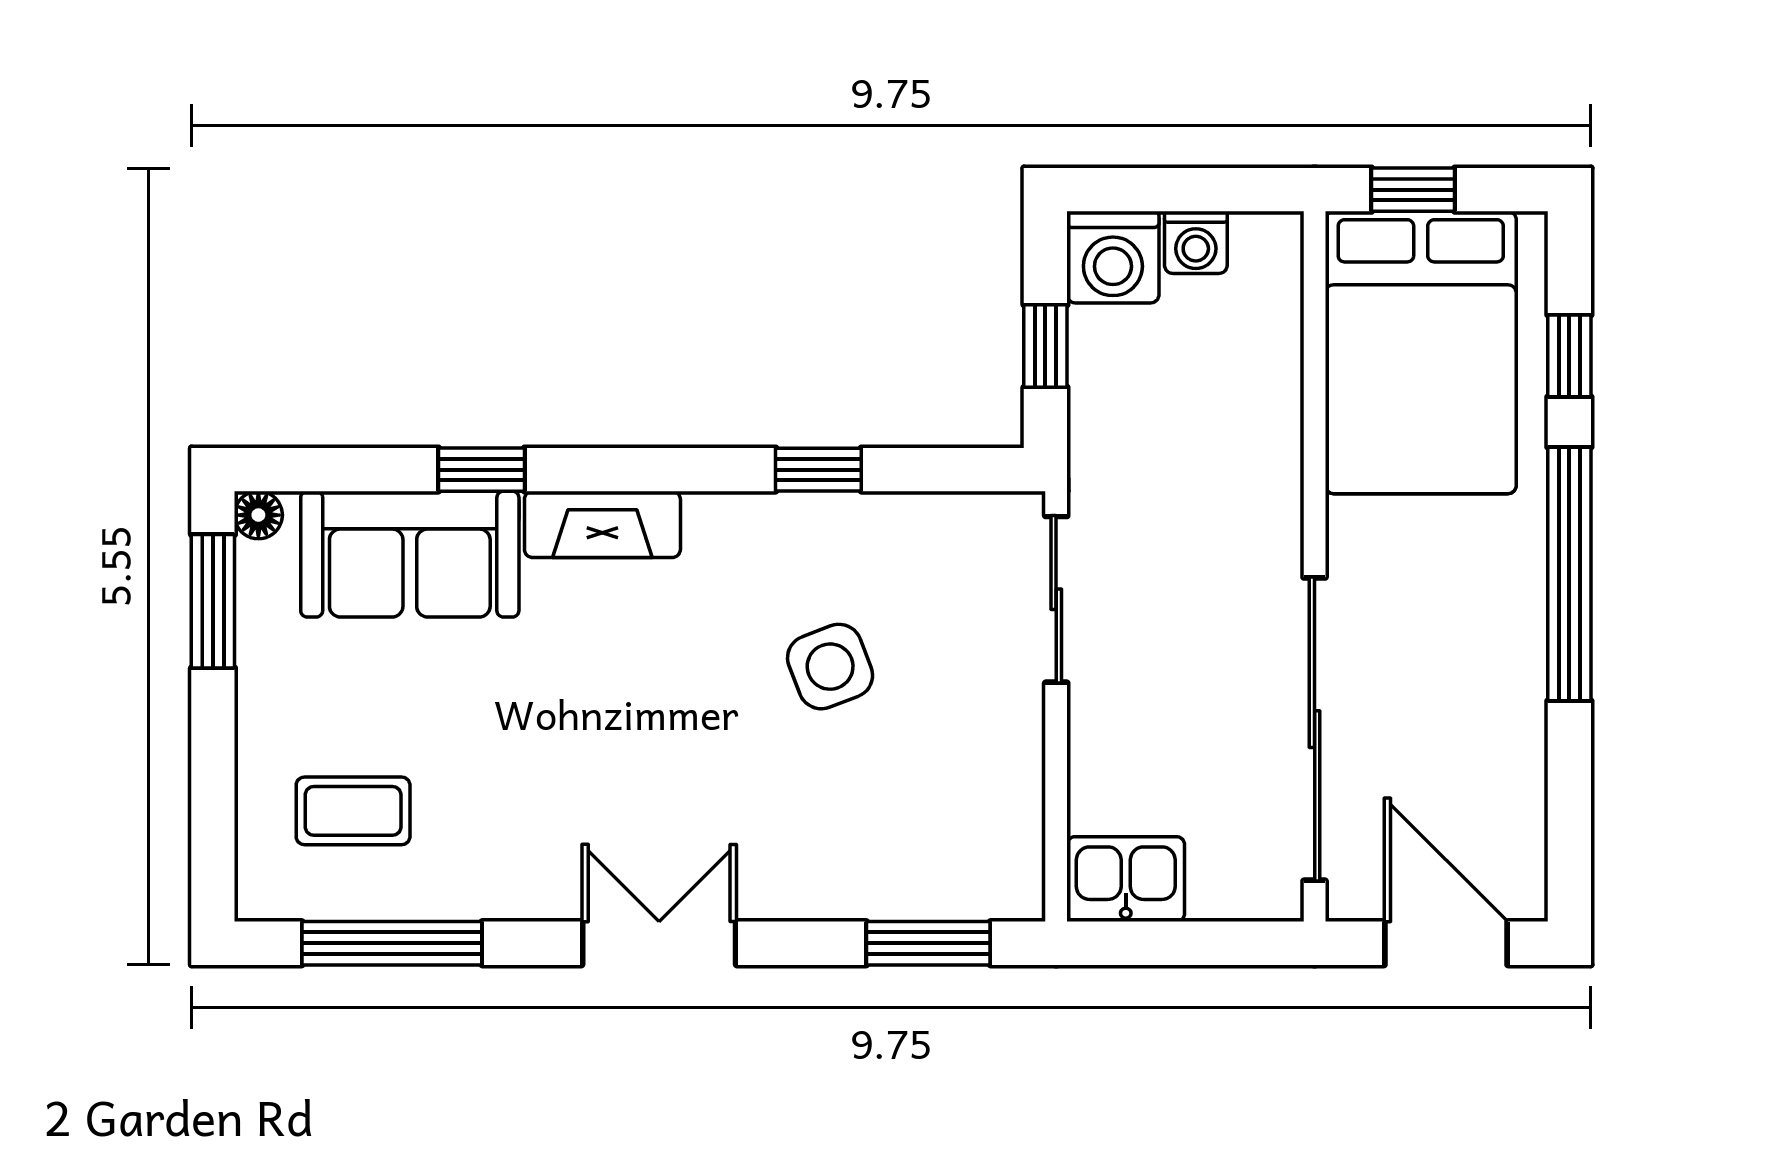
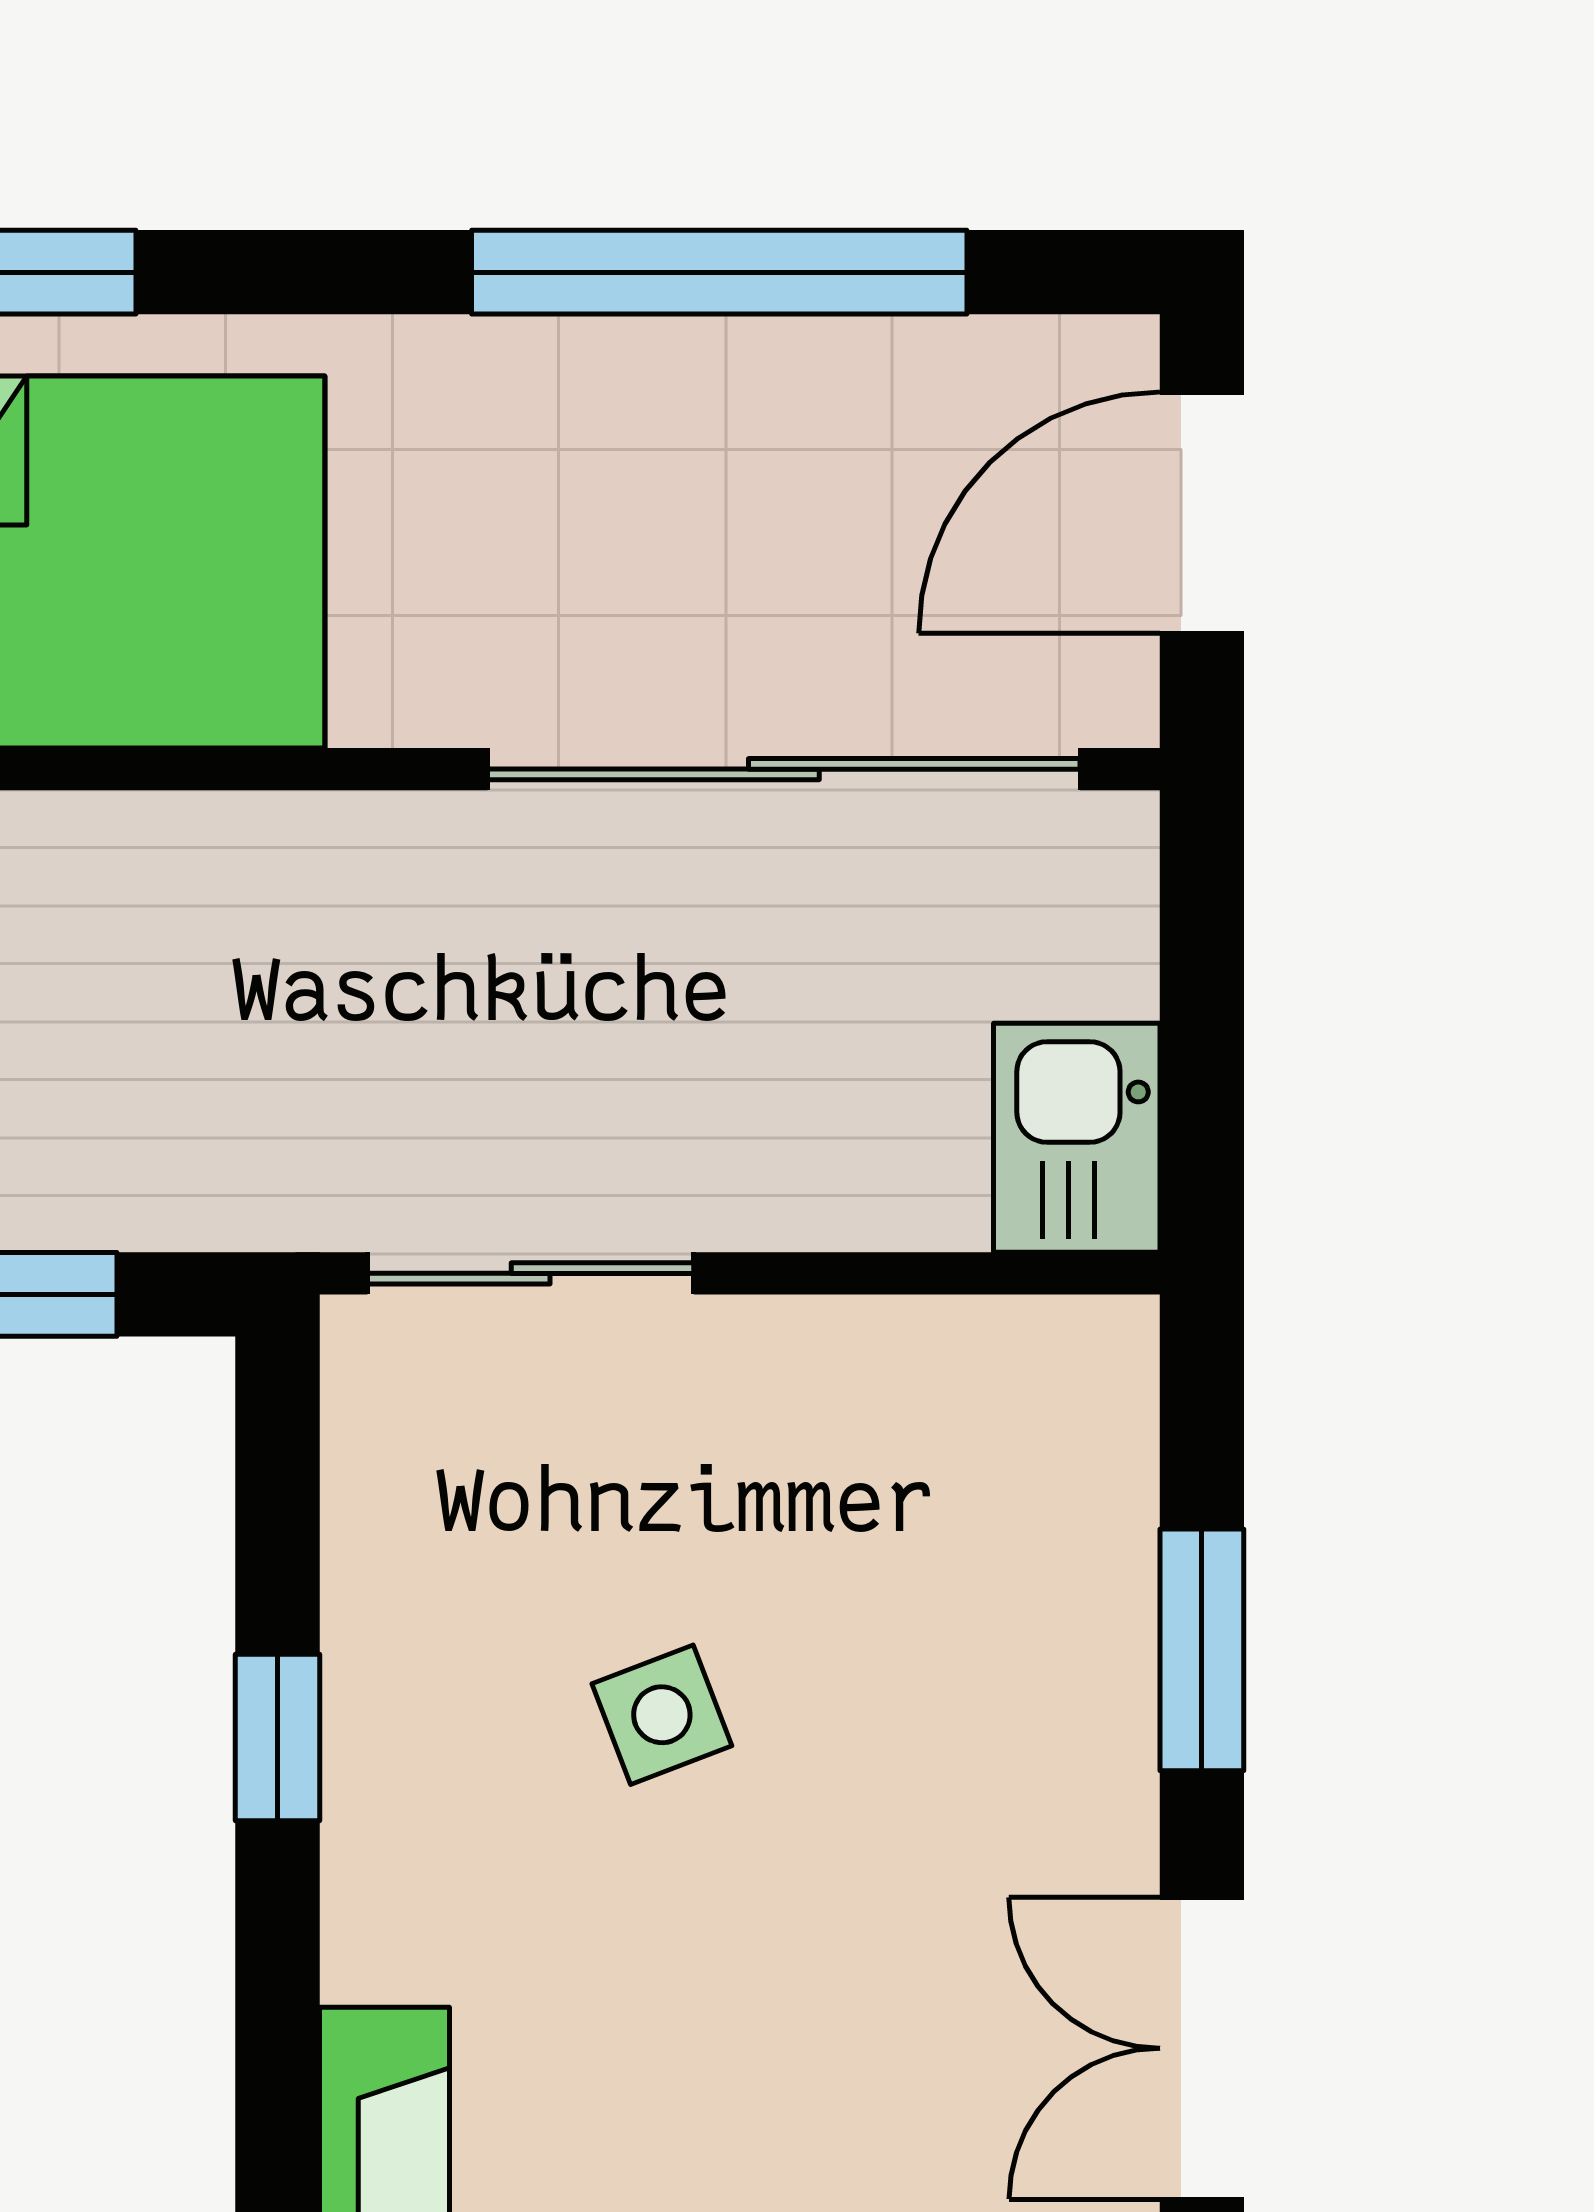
window: (1569, 574) -> (719, 272), moved
side table: (830, 667) -> (662, 1715), width x0.73, depth x0.73
window: (928, 943) -> (1202, 1650), moved

